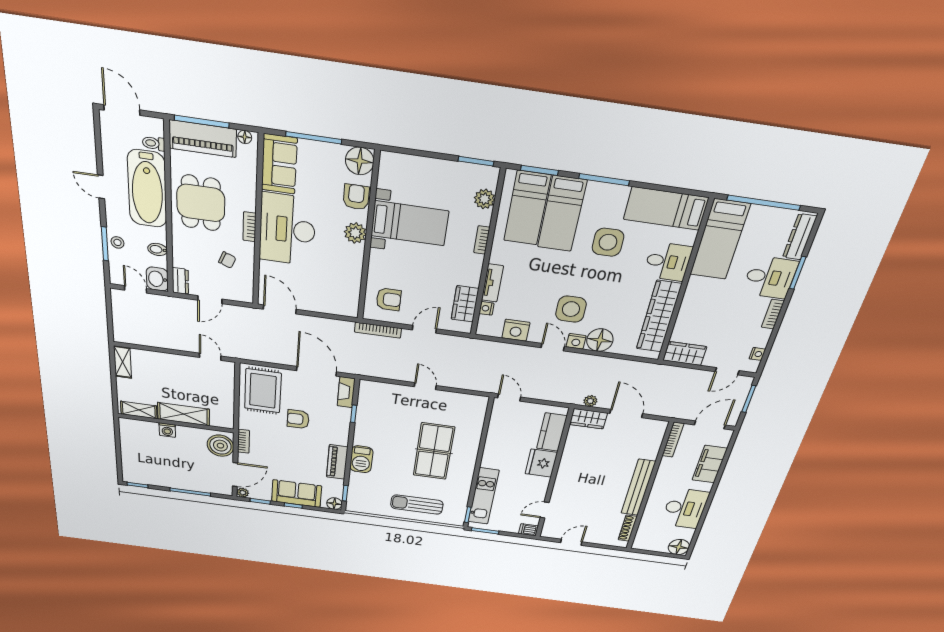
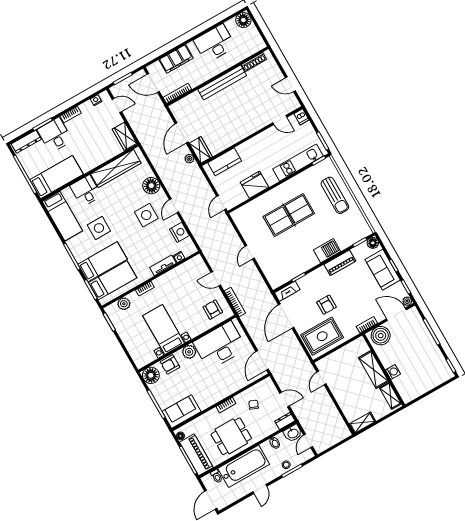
desk: (287, 229) -> (220, 346), moved, turned 180
wardrobe: (465, 304) -> (185, 270), removed
nightstand: (576, 341) -> (161, 197), removed
fridge: (541, 463) -> (254, 185), moved, turned 180

